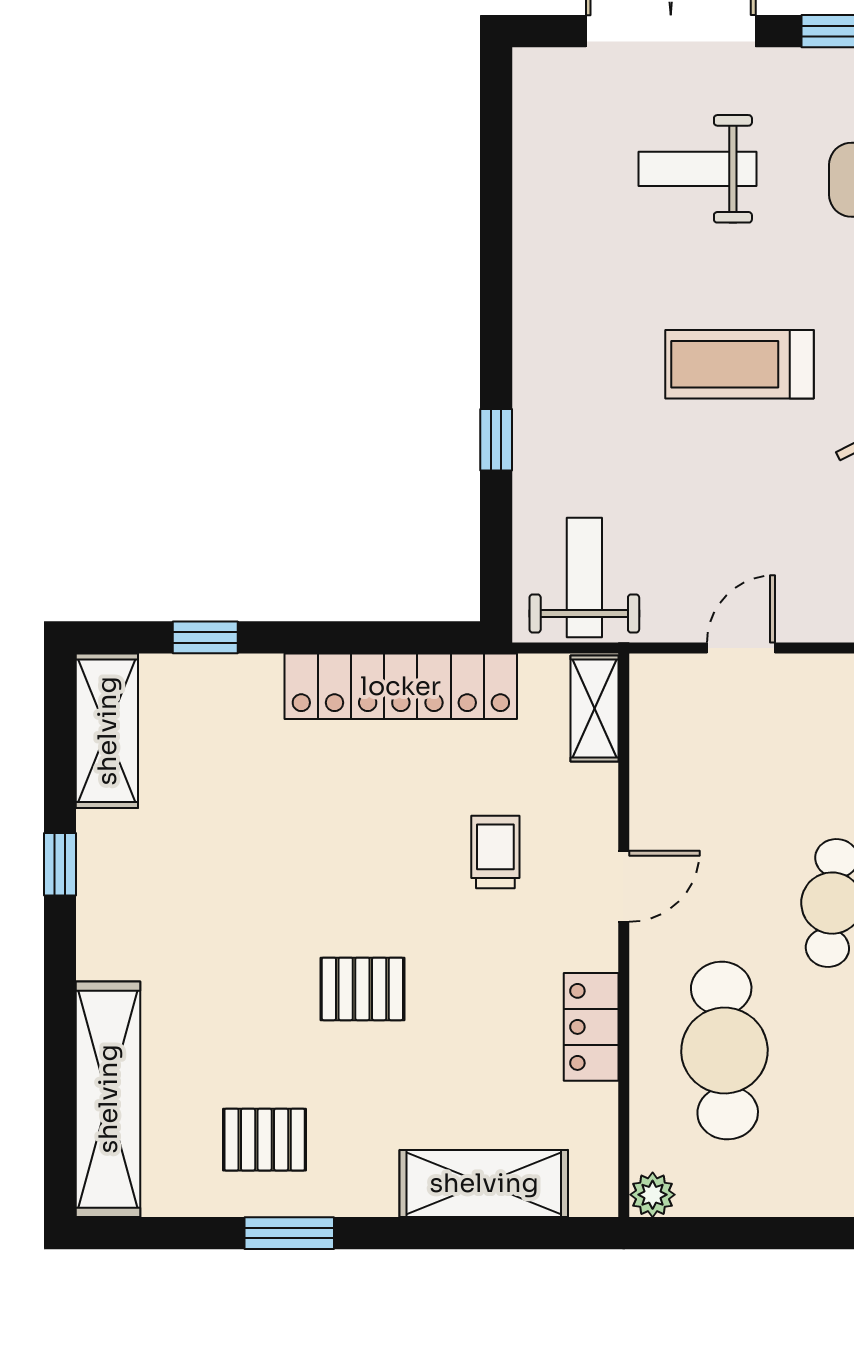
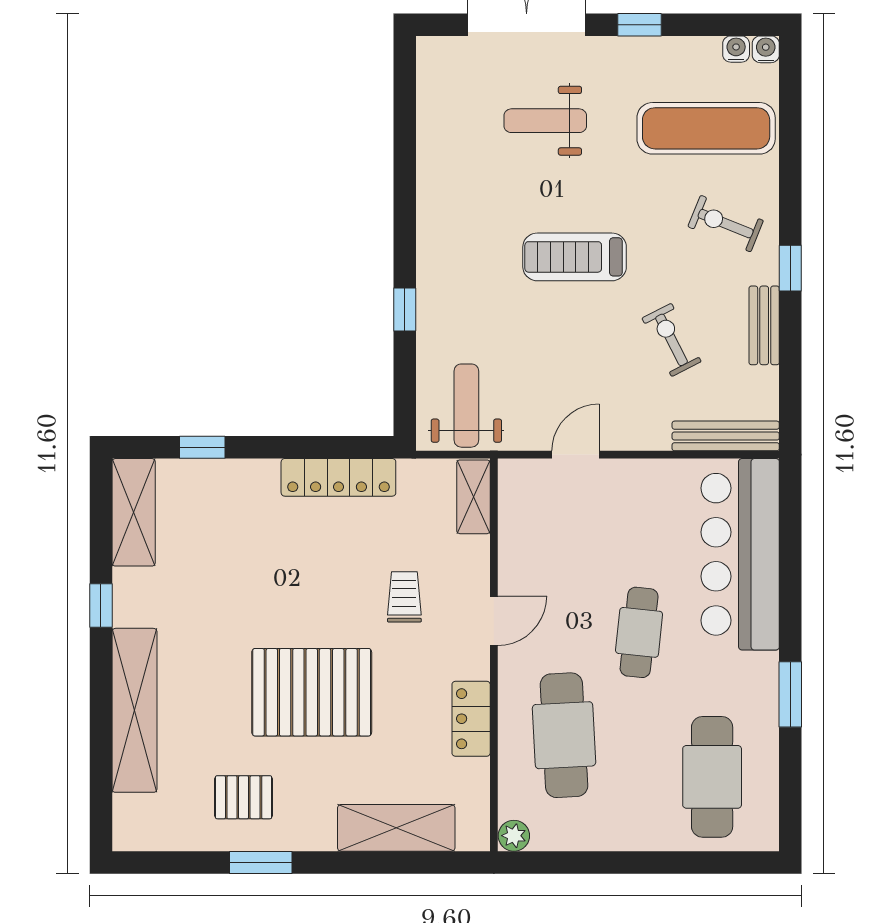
locker: (401, 686) -> (338, 477), width x0.71, depth x0.83
pallet: (362, 989) -> (312, 692), width x2.05, depth x2.00
shelving: (108, 1099) -> (134, 710), moved

